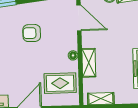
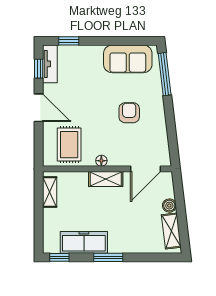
shelving: (89, 63) -> (106, 179), moved

